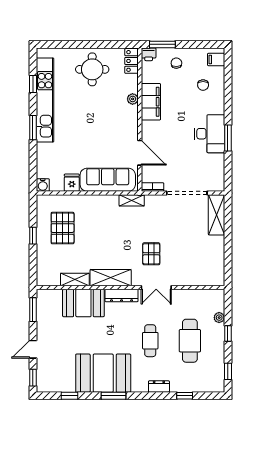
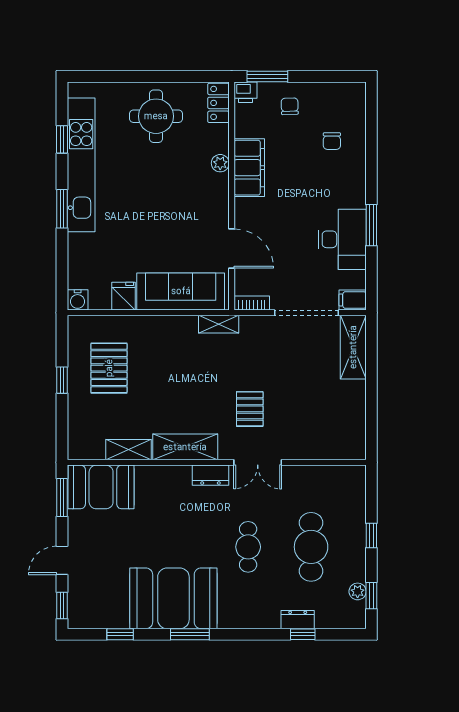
filing cabinet: (216, 59) -> (353, 300), moved
desk: (210, 134) -> (342, 239), moved
dresser: (122, 295) -> (211, 475), width x0.70
booth: (83, 303) -> (101, 487), moved
plant: (219, 318) -> (358, 591), moved
dresser: (159, 387) -> (298, 620), moved

